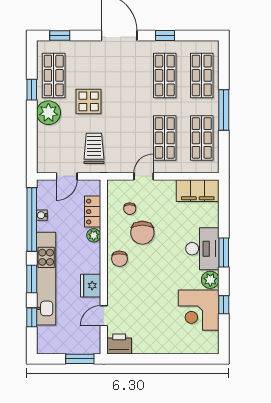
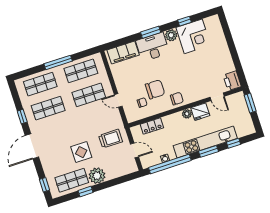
trolley: (94, 148) -> (111, 139), turned 180
filing cabinet: (198, 191) -> (123, 53), moved, turned 90
plant: (94, 235) -> (187, 114), moved

